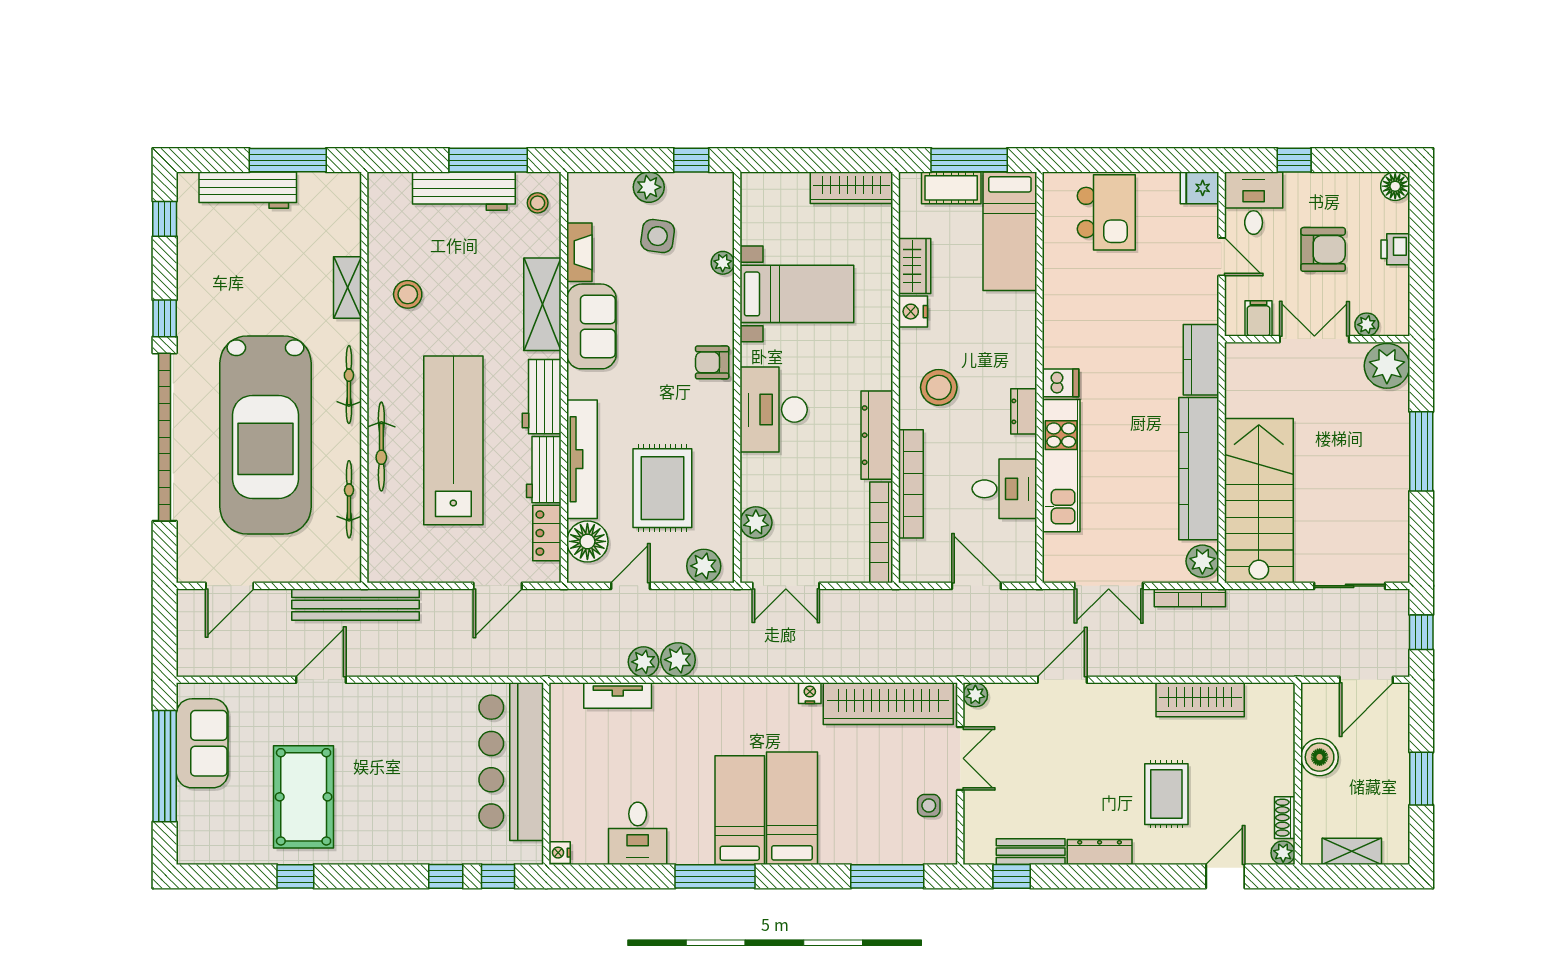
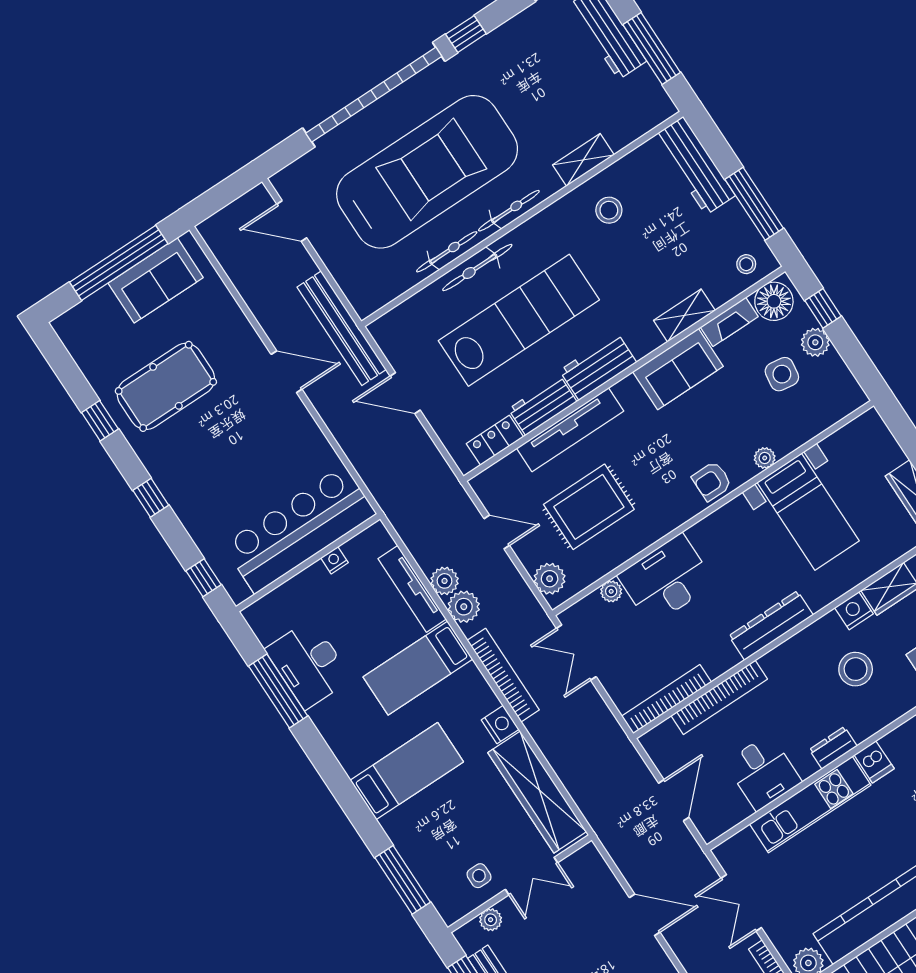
window: (691, 160) -> (823, 308), moved
workbench: (464, 191) -> (694, 166), moved
plant: (723, 263) -> (765, 458), moved
shelving: (542, 304) -> (684, 315), width x0.67, depth x0.75
armchair: (712, 362) -> (712, 481), turned -90
stool: (939, 387) -> (856, 669), moved
desk: (774, 410) -> (666, 579), moved
car: (265, 435) -> (427, 172), turned 180
dresser: (877, 435) -> (771, 625), moved
bicycle: (349, 499) -> (447, 252), moved
plant: (756, 523) -> (611, 591), width x0.73, depth x0.73
floor lamp: (587, 541) -> (774, 301), moved
door: (498, 586) -> (405, 393), moved
bookcase: (763, 665) -> (503, 675), added
door: (321, 680) -> (287, 372), moved
nightstand: (810, 693) -> (500, 725), width x1.39, depth x1.35
plant: (975, 695) -> (491, 920), moved
tv unit: (618, 696) -> (412, 589), width x1.41
bed: (740, 810) -> (418, 668), moved, turned 180
desk: (638, 833) -> (308, 664), width x1.37
nightstand: (560, 853) -> (334, 560), moved
window: (446, 876) -> (151, 498), moved
window: (715, 876) -> (278, 691), moved

